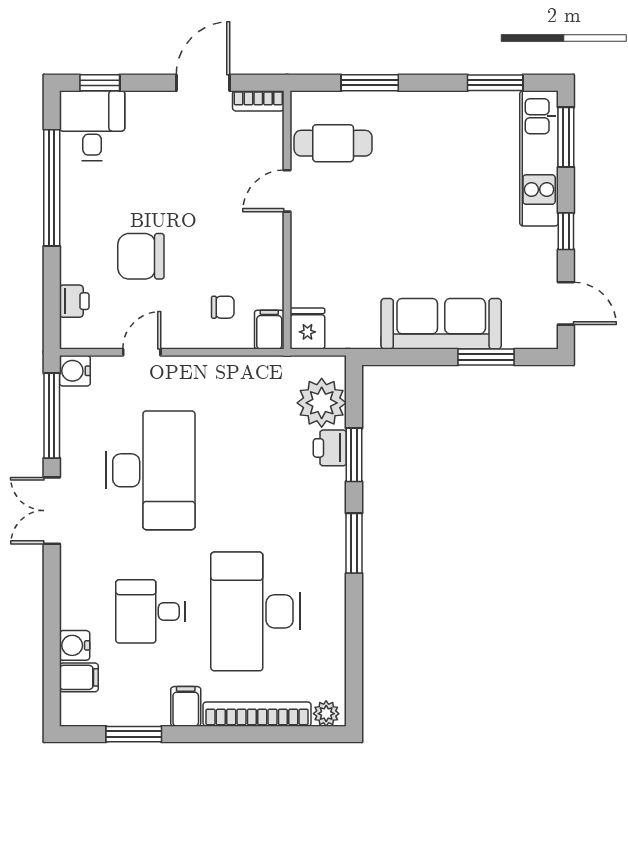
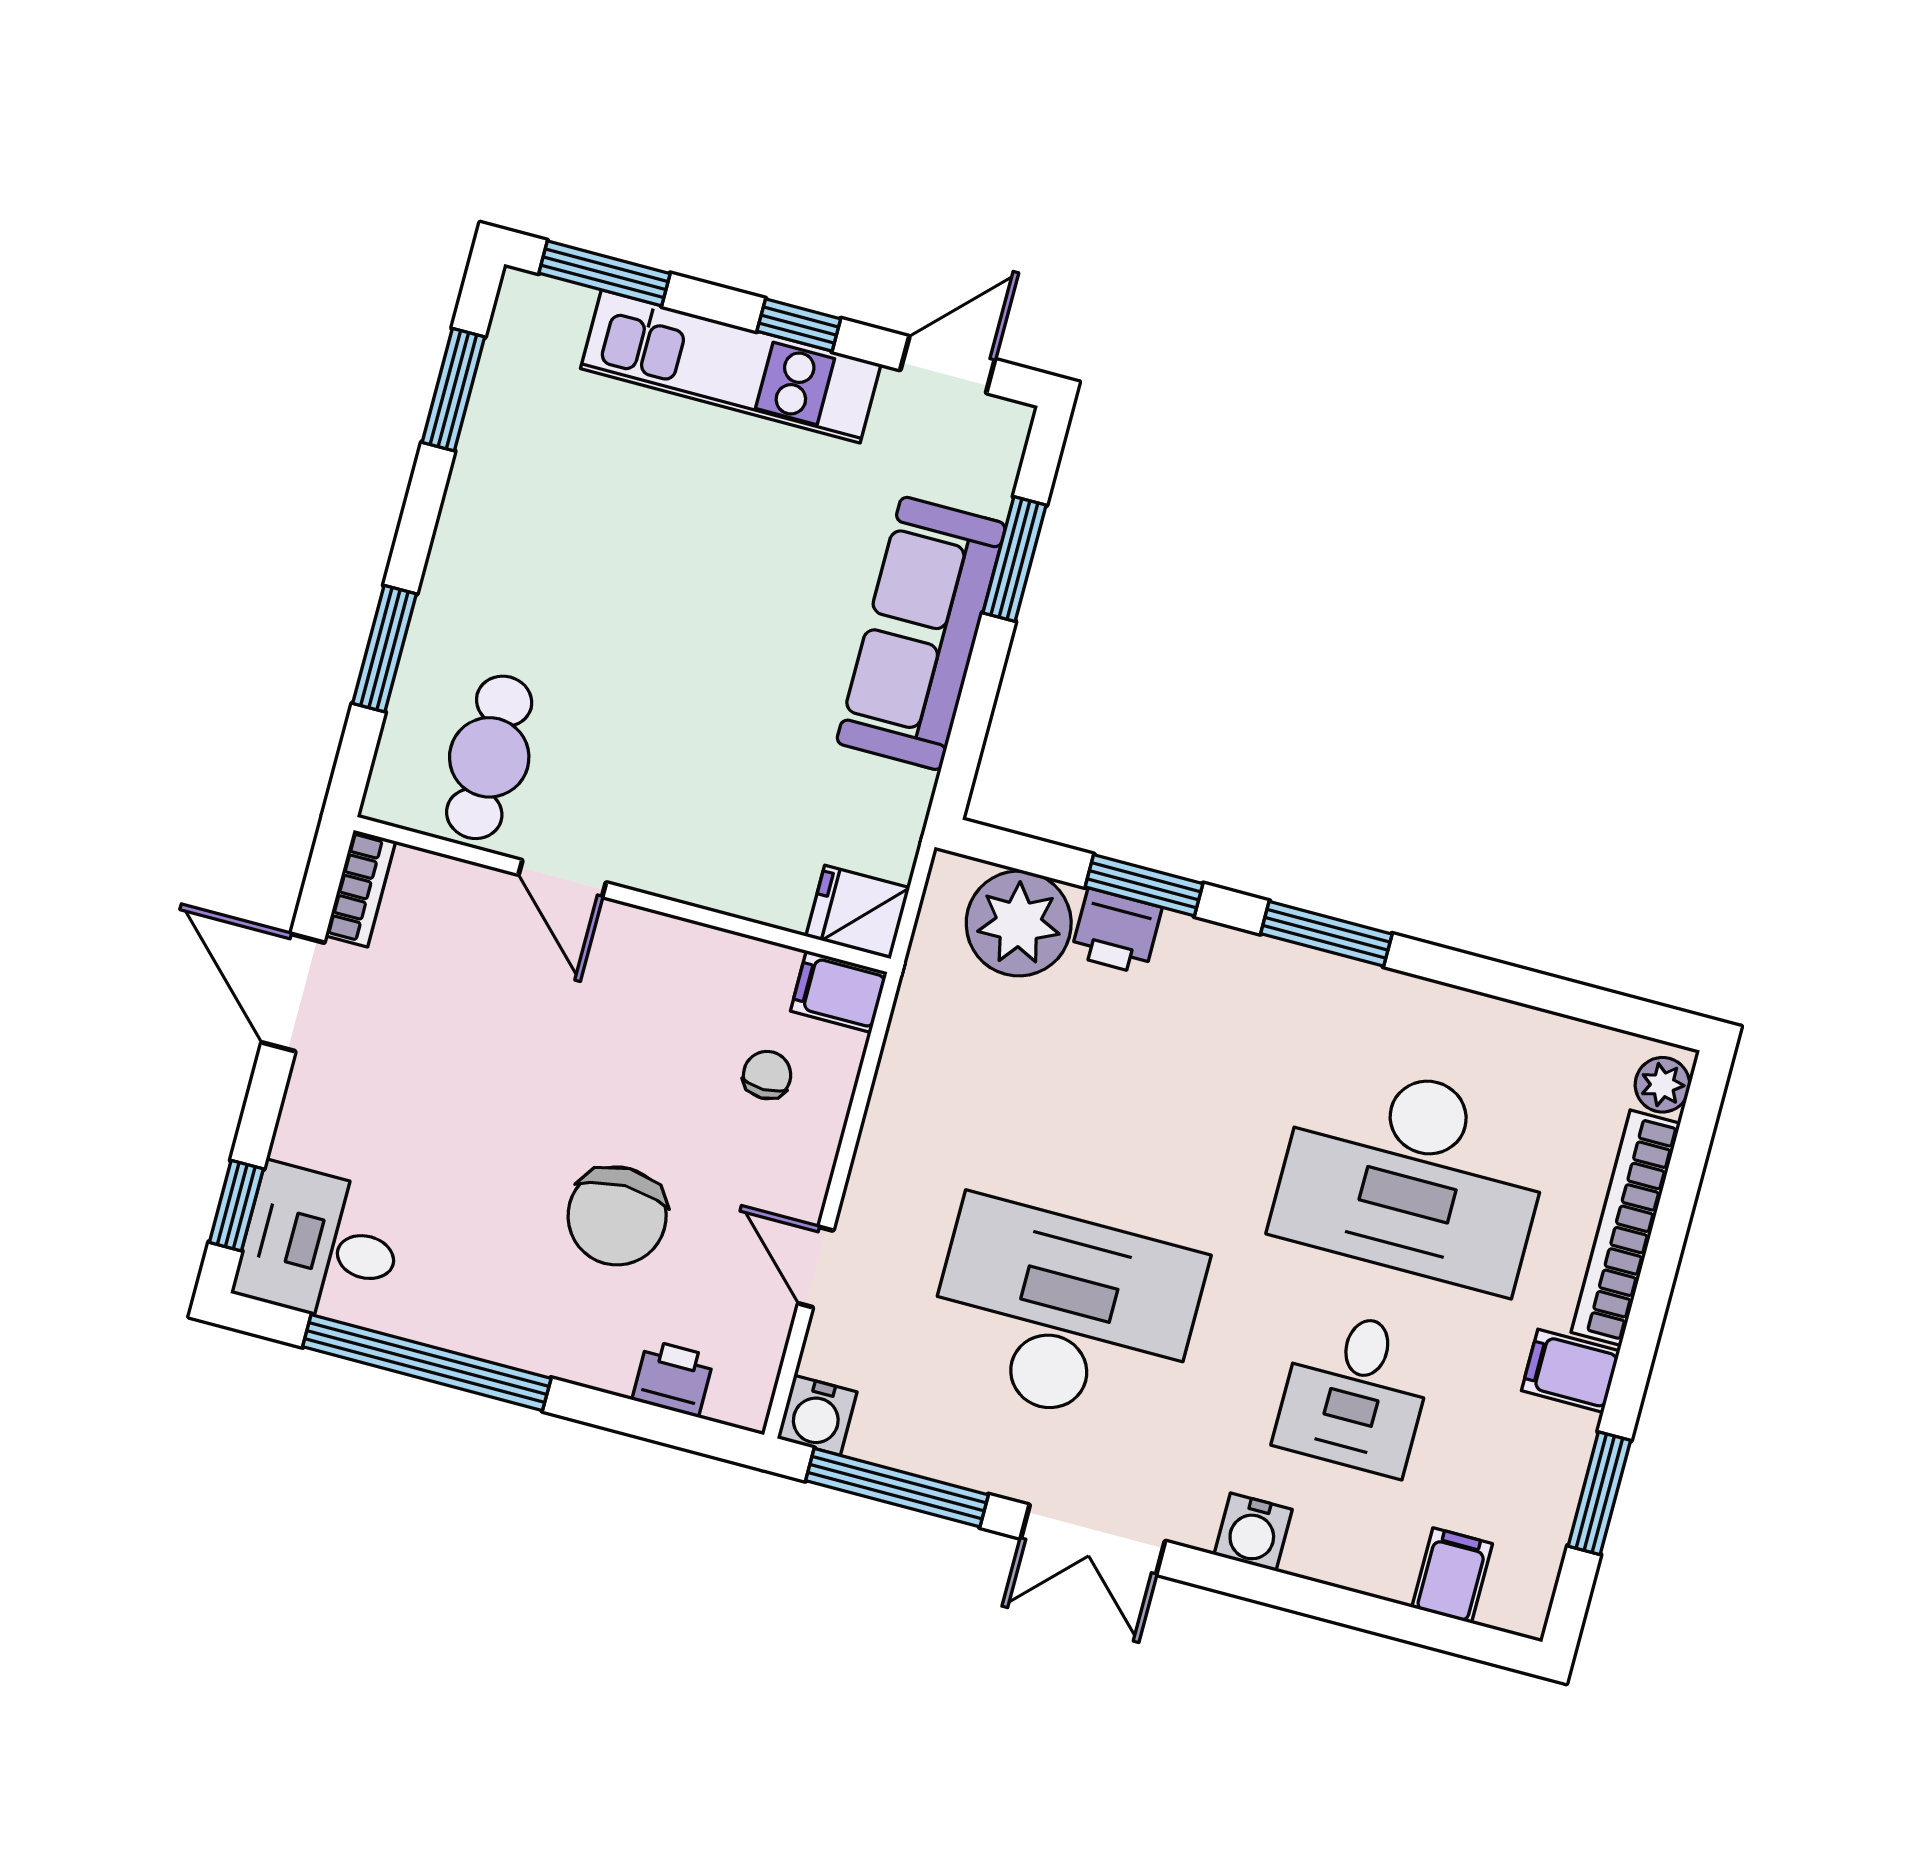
kitchen unit: (539, 158) -> (731, 366), moved
water cooler: (75, 645) -> (1253, 1532), moved

